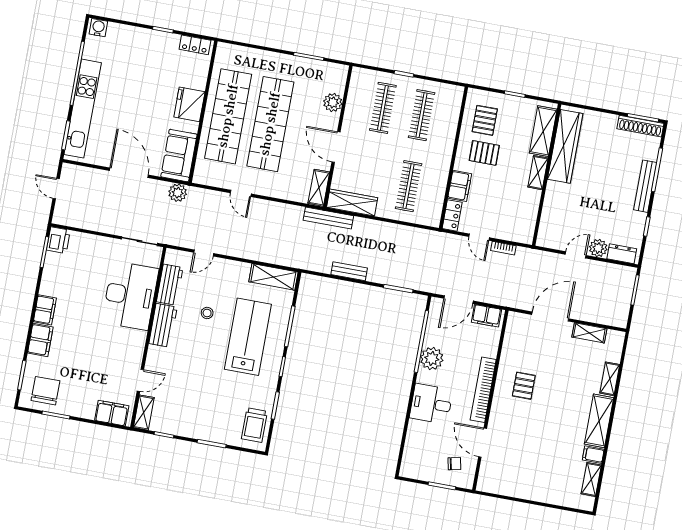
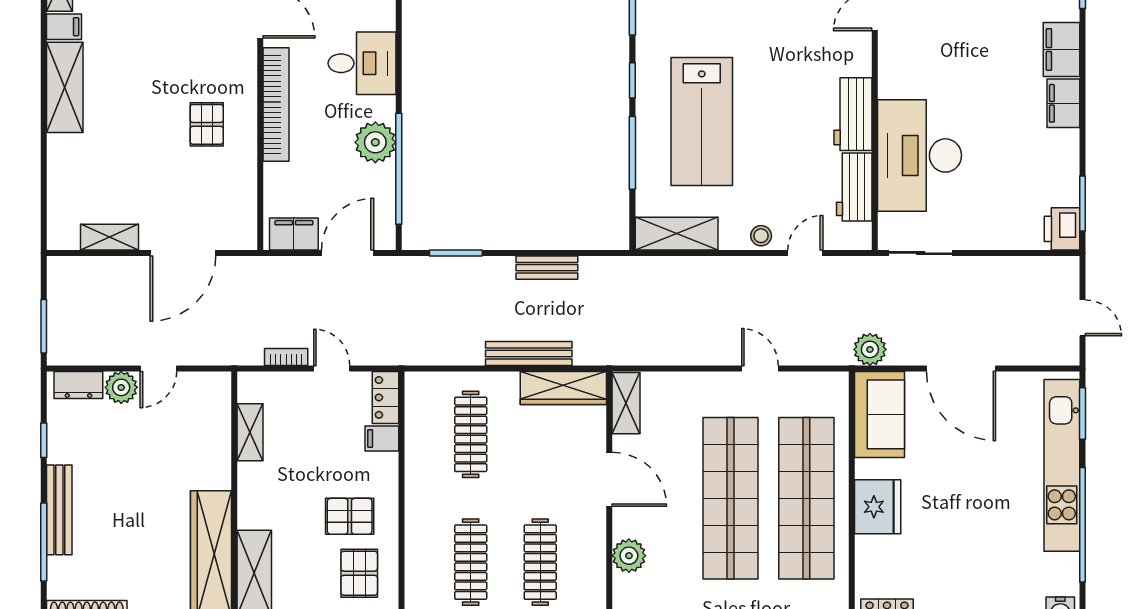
shelving: (538, 173) -> (250, 432), moved
filing cabinet: (460, 186) -> (382, 438), width x0.50
bench: (328, 218) -> (529, 353), moved
stool: (207, 313) -> (761, 236), moved
shelving: (610, 379) -> (59, 164), removed

